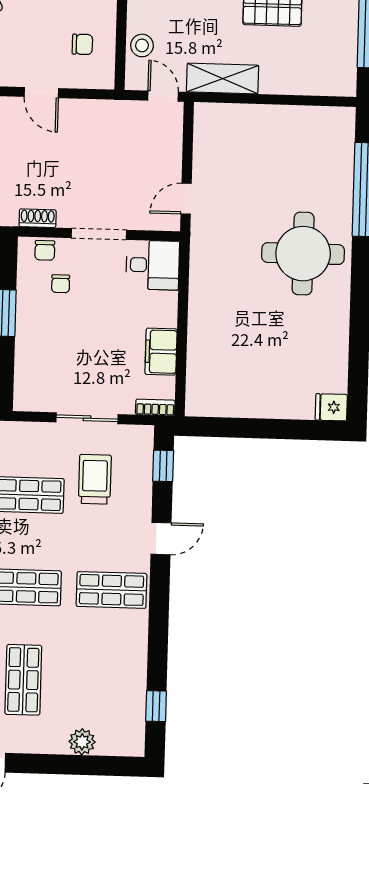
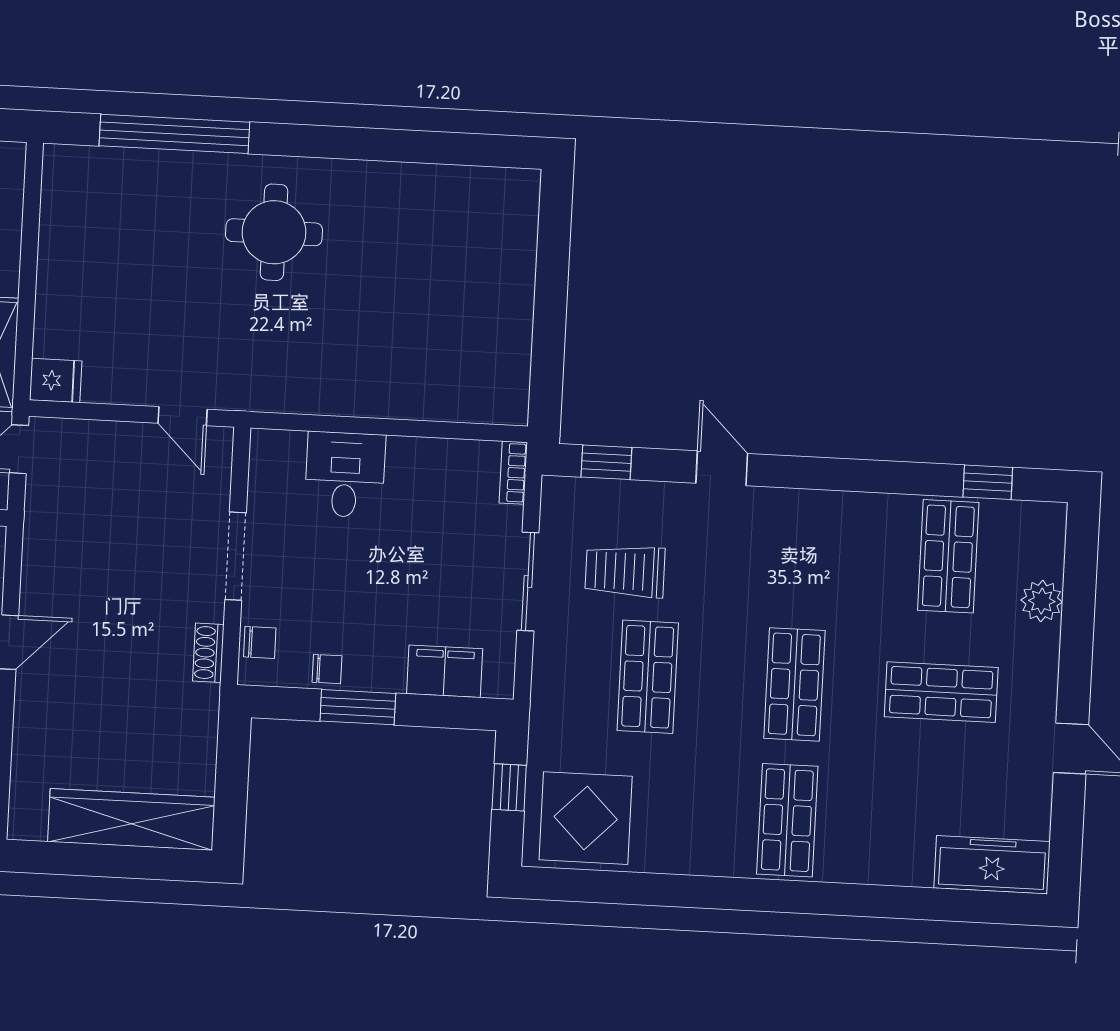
round table: (303, 254) -> (274, 232), width x0.73, depth x0.73
desk: (153, 265) -> (345, 475), moved
chair: (61, 284) -> (327, 669), moved
filing cabinet: (161, 352) -> (445, 671), moved, turned 180
fridge: (331, 407) -> (56, 380), moved, turned -90
shop shelf: (112, 590) -> (948, 556), moved

